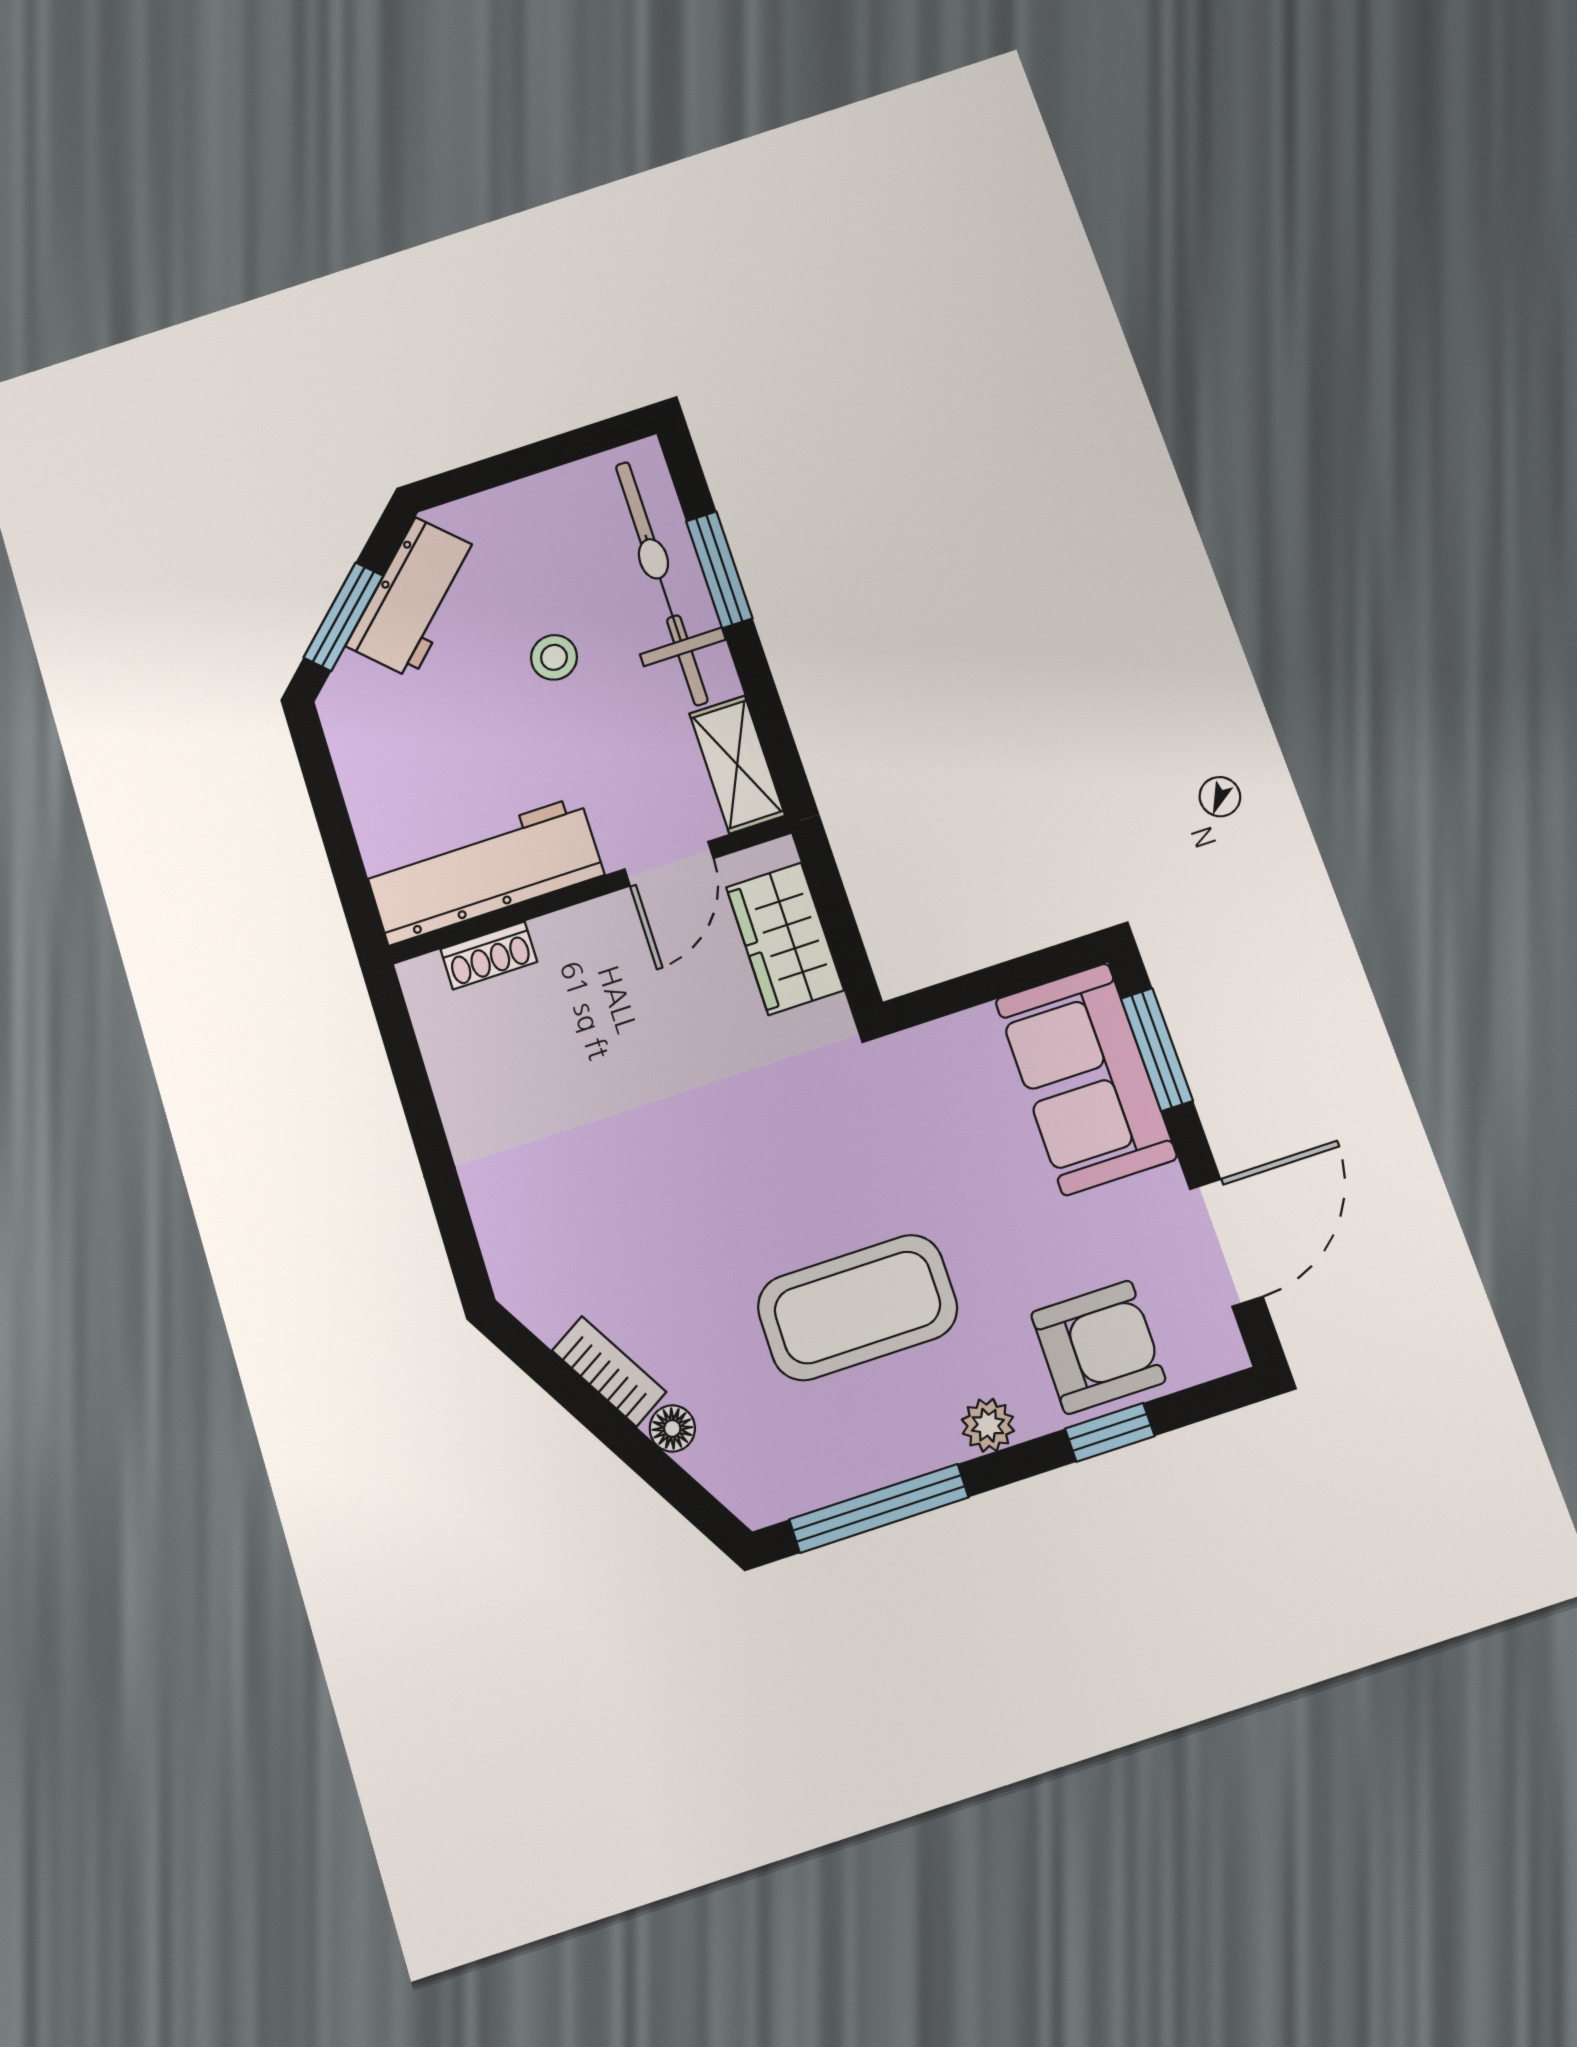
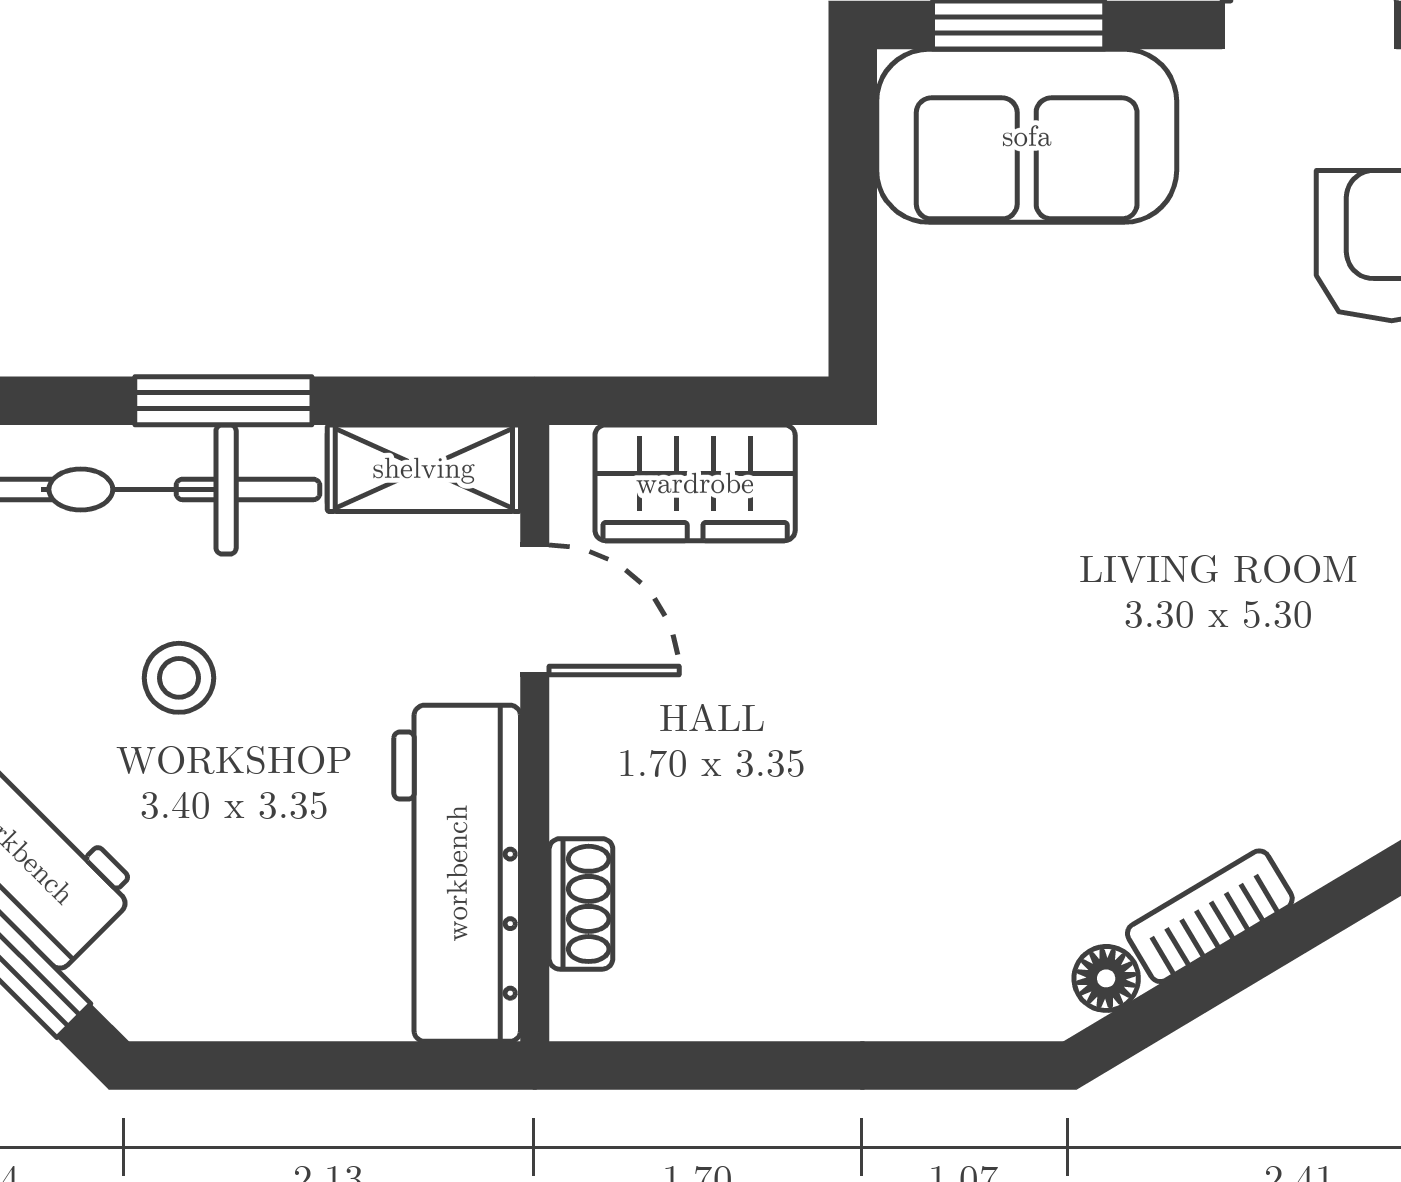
window: (719, 570) -> (223, 401), moved
coffee table: (857, 1307) -> (1234, 551), removed
floor lamp: (672, 1428) -> (1106, 978), moved

